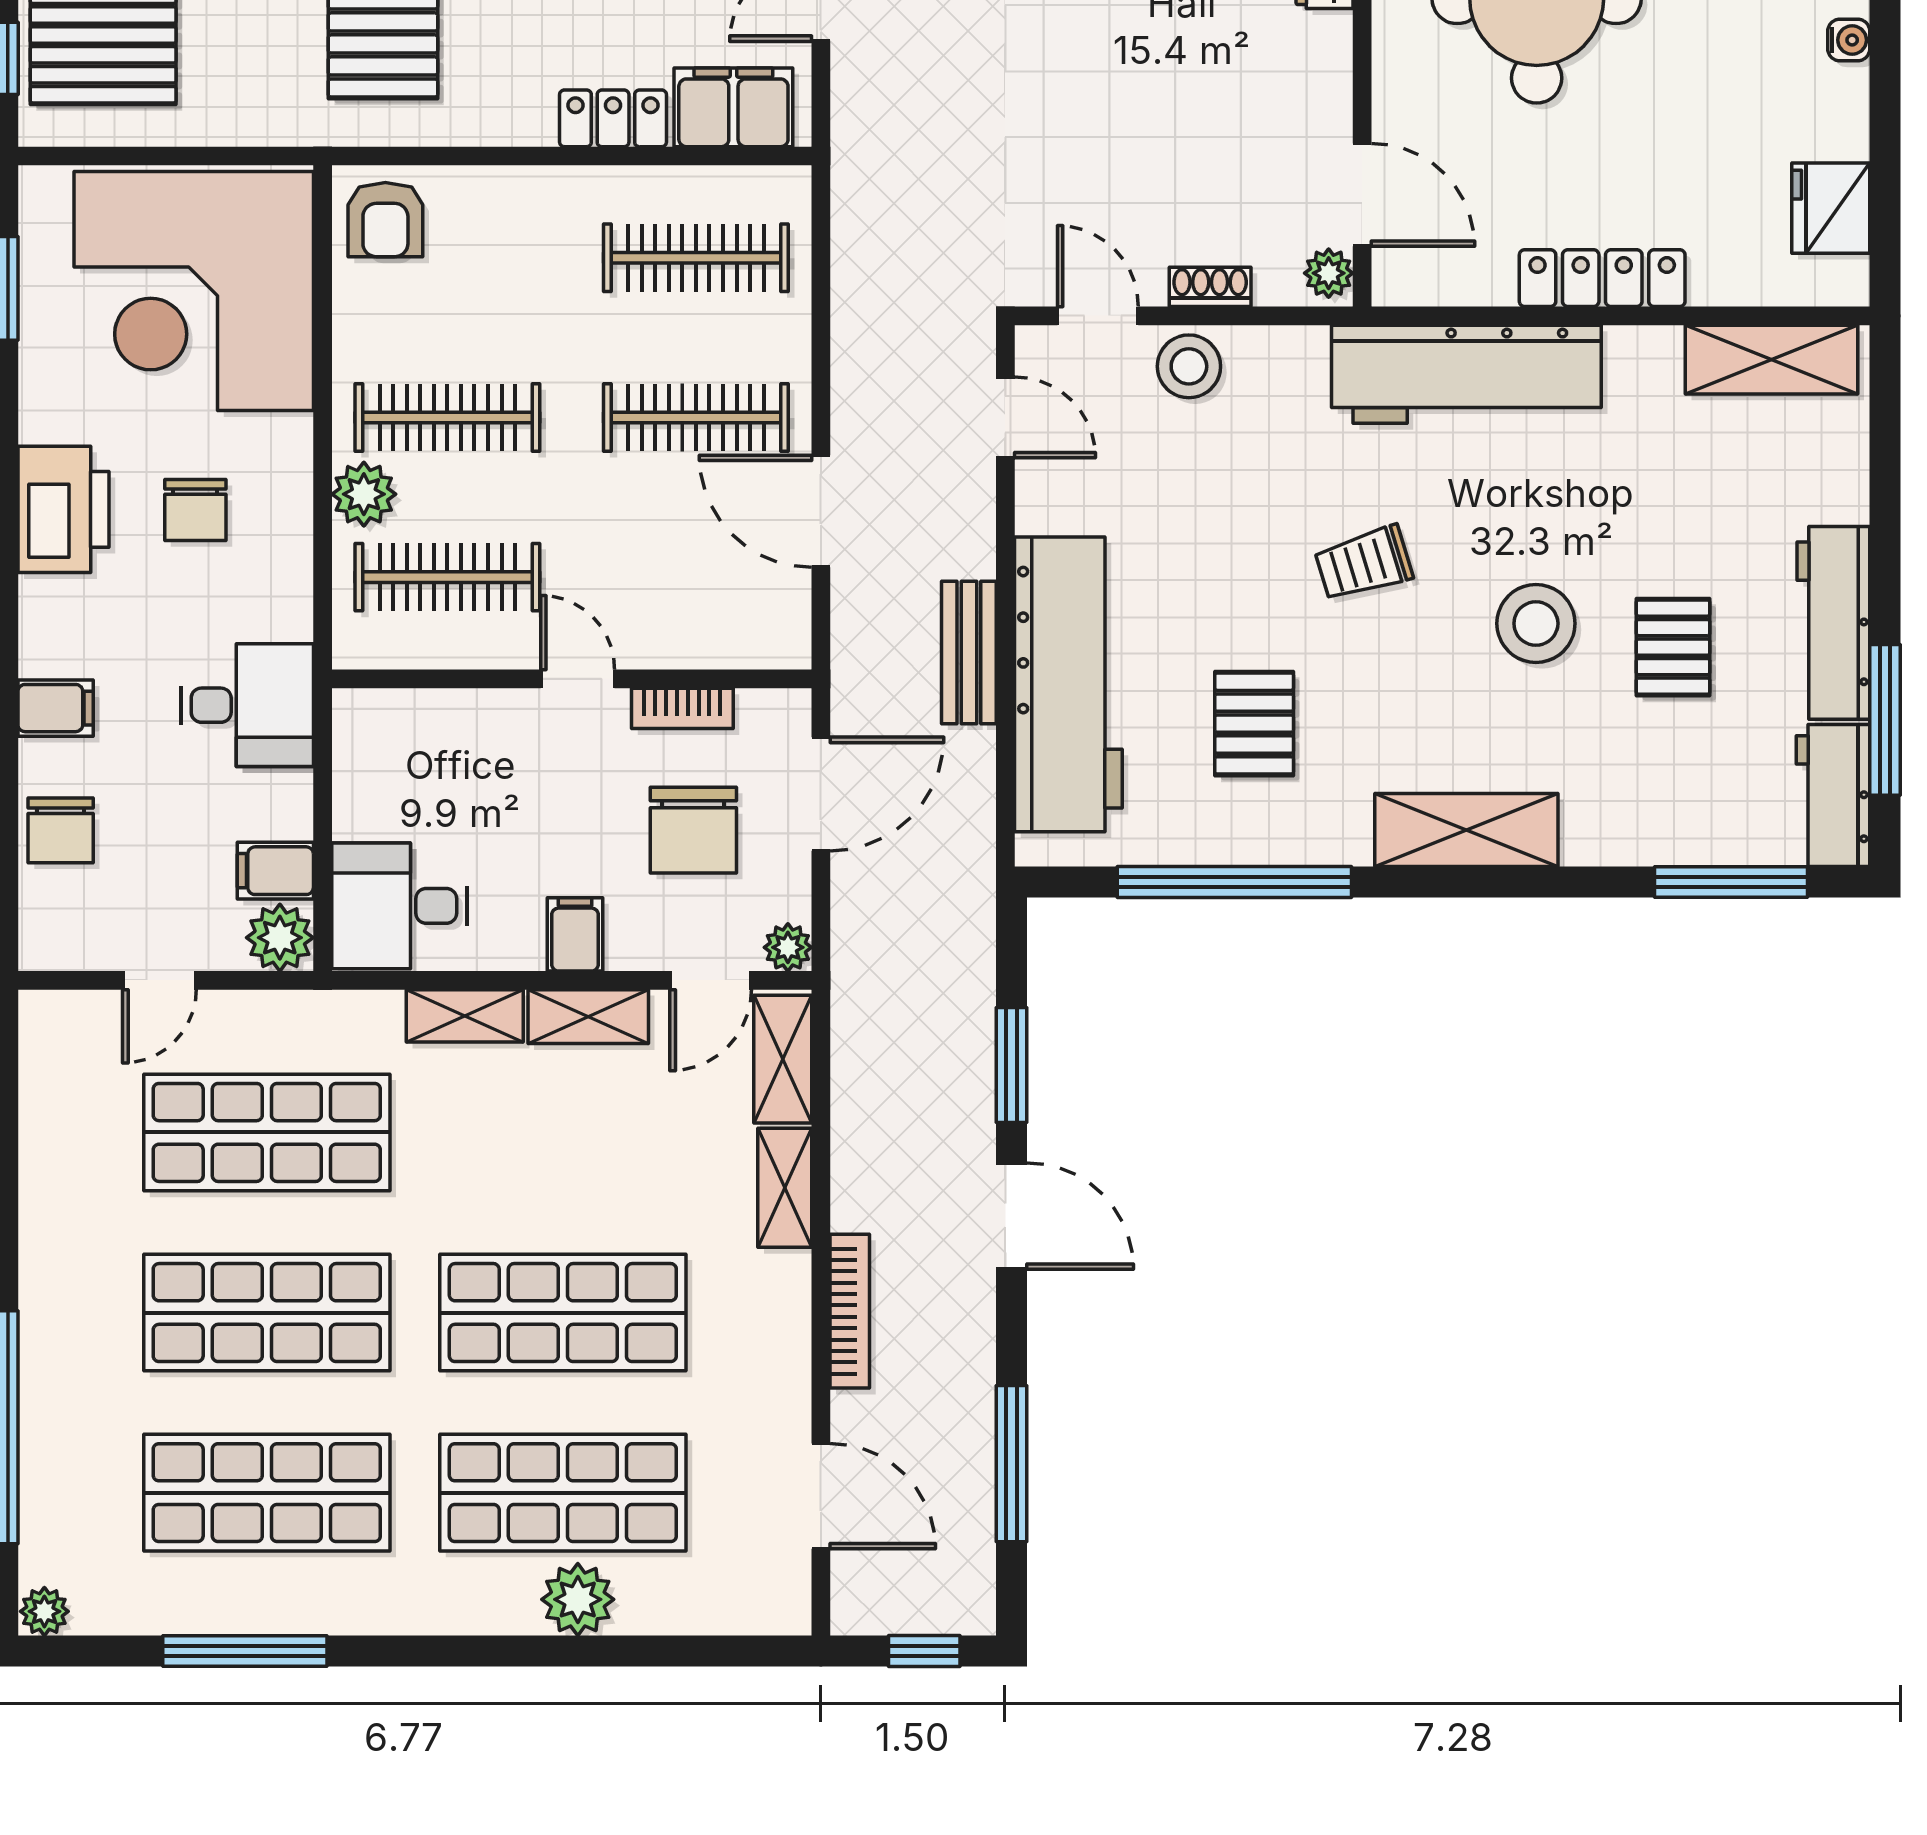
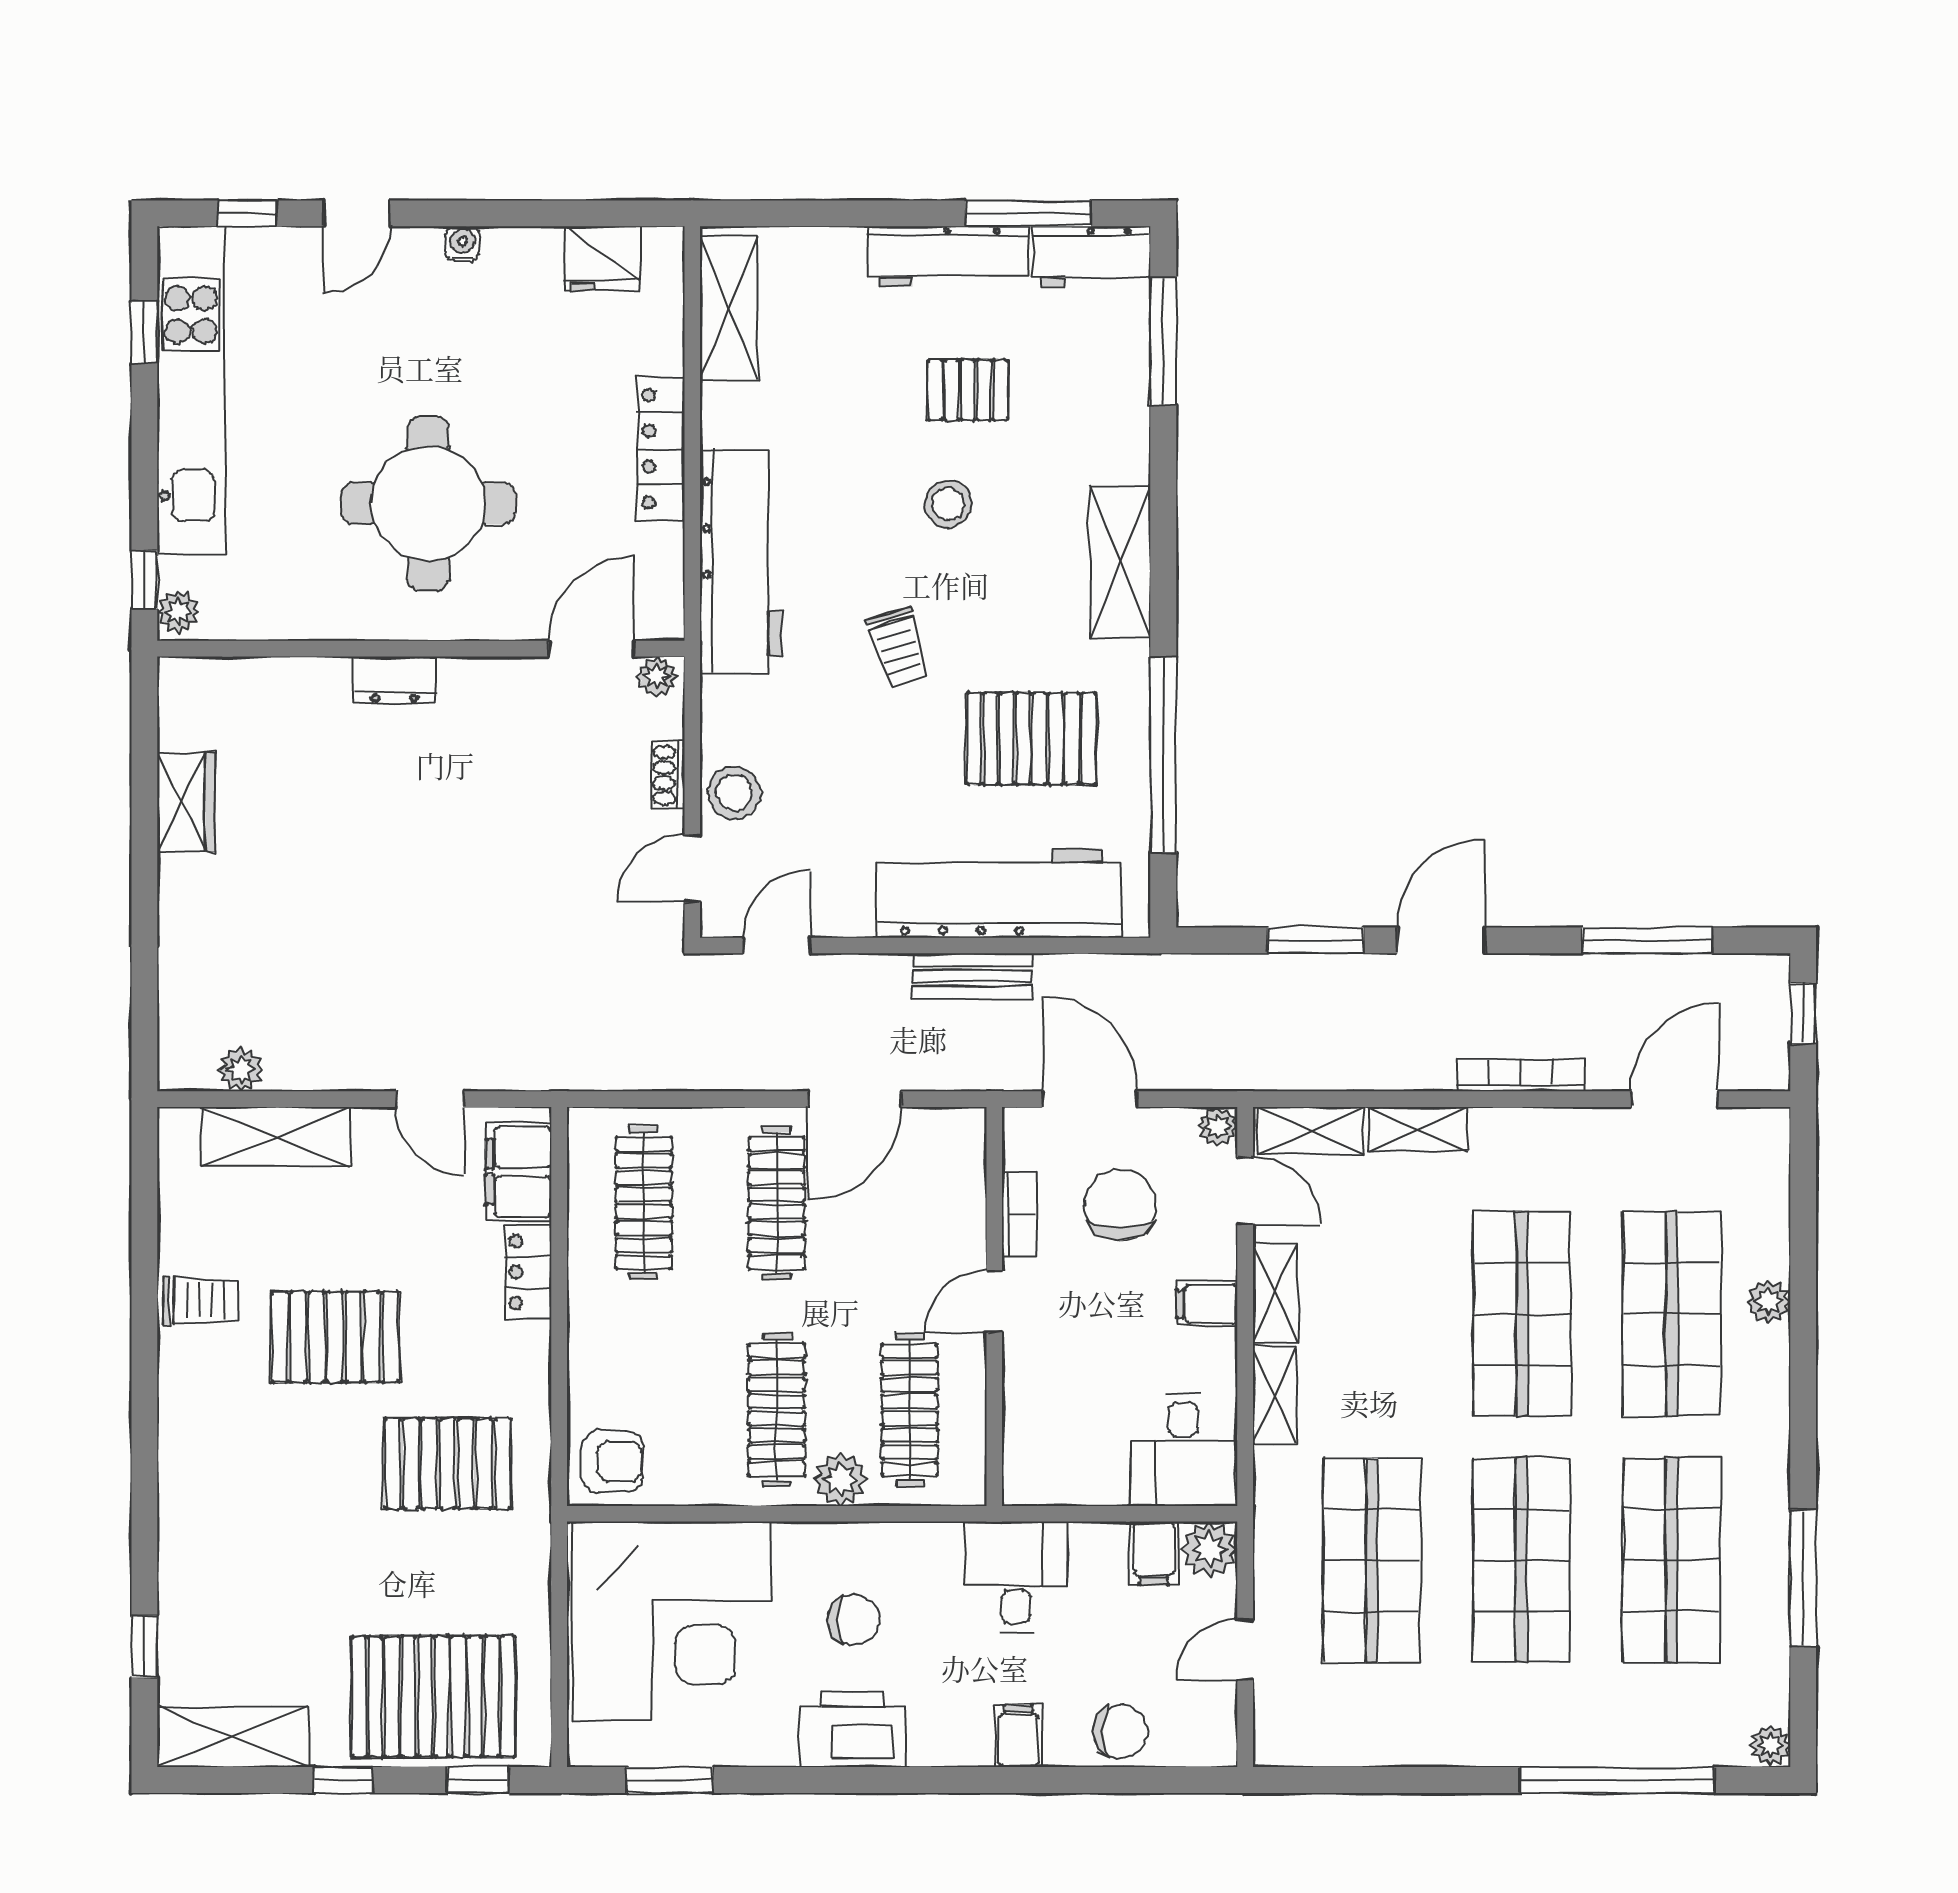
stool: (1536, 623) -> (948, 504), width x0.73, depth x0.73
pallet: (1254, 724) -> (1031, 739), width x1.50, depth x1.42
chair: (693, 830) -> (1120, 1205), turned -90
door: (159, 980) -> (1245, 1650), swing flipped
plant: (578, 1599) -> (1769, 1301), width x0.73, depth x0.73

